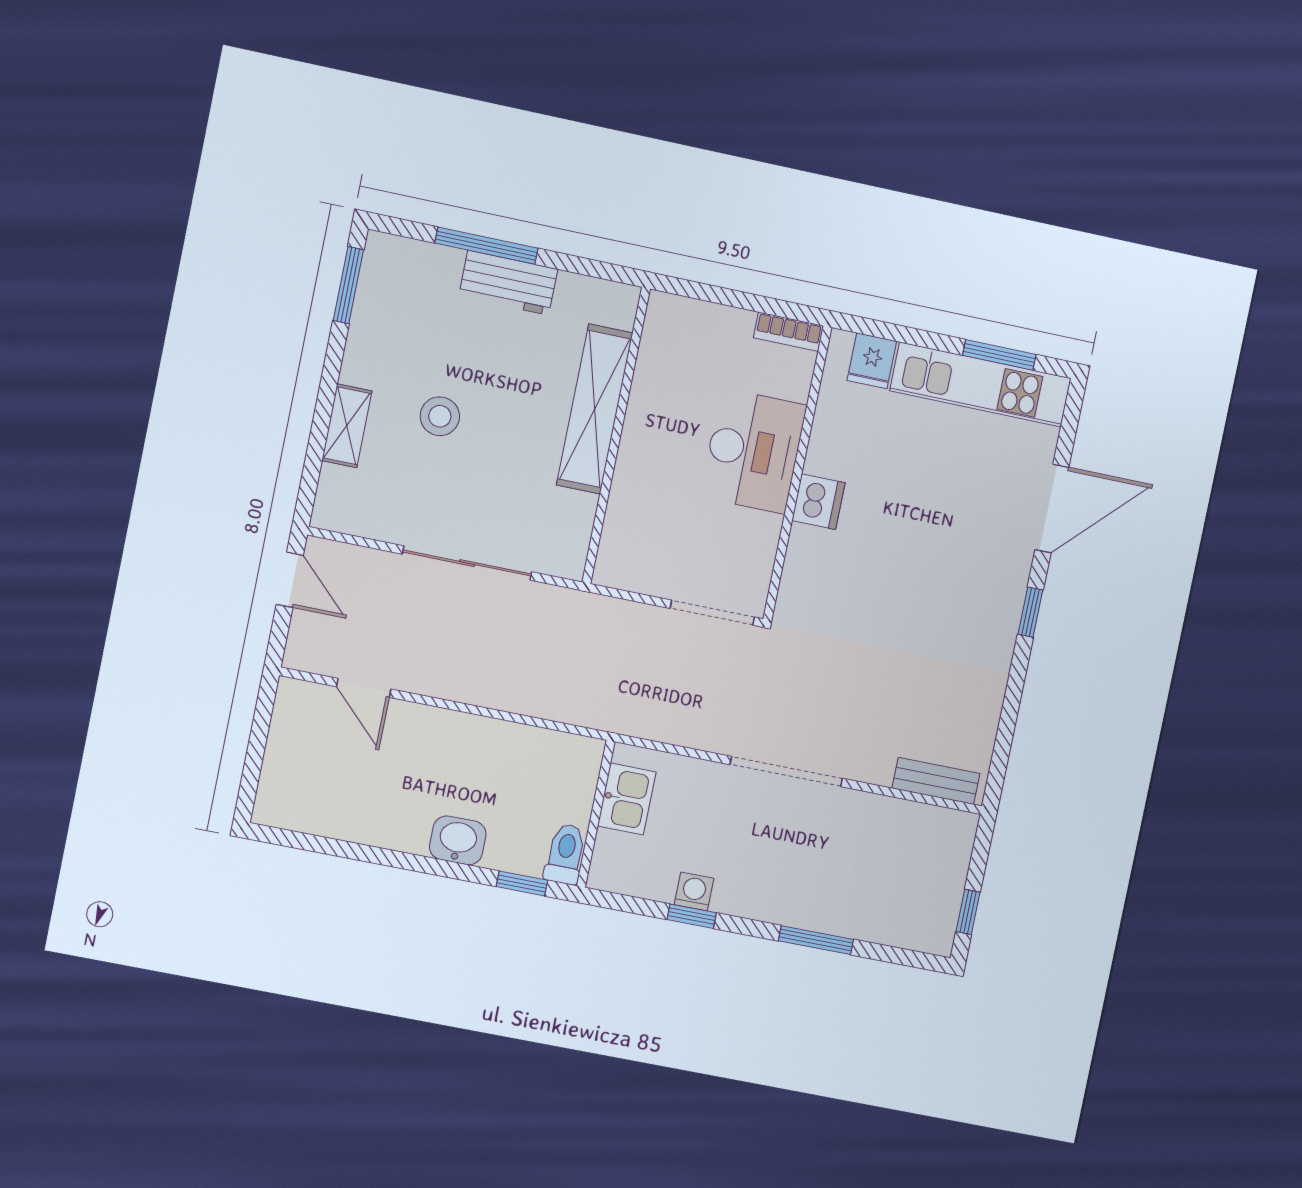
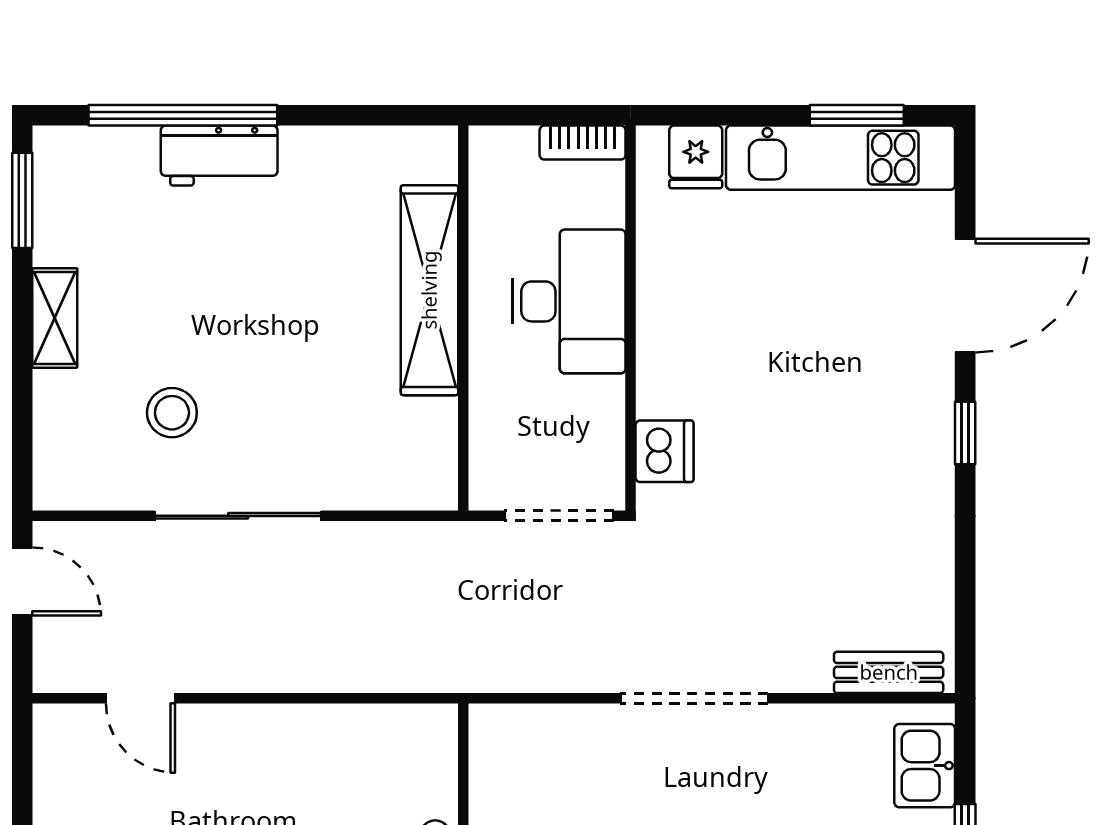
window: (486, 246) -> (183, 115), width x1.46
shelving: (595, 409) -> (429, 290), moved
stool: (440, 416) -> (172, 413), moved
shelving: (347, 426) -> (55, 318), moved
wall: (616, 436) -> (463, 318), moved
dishwasher: (818, 502) -> (665, 451), moved
kitchen sink: (627, 799) -> (925, 766), moved, turned 180

